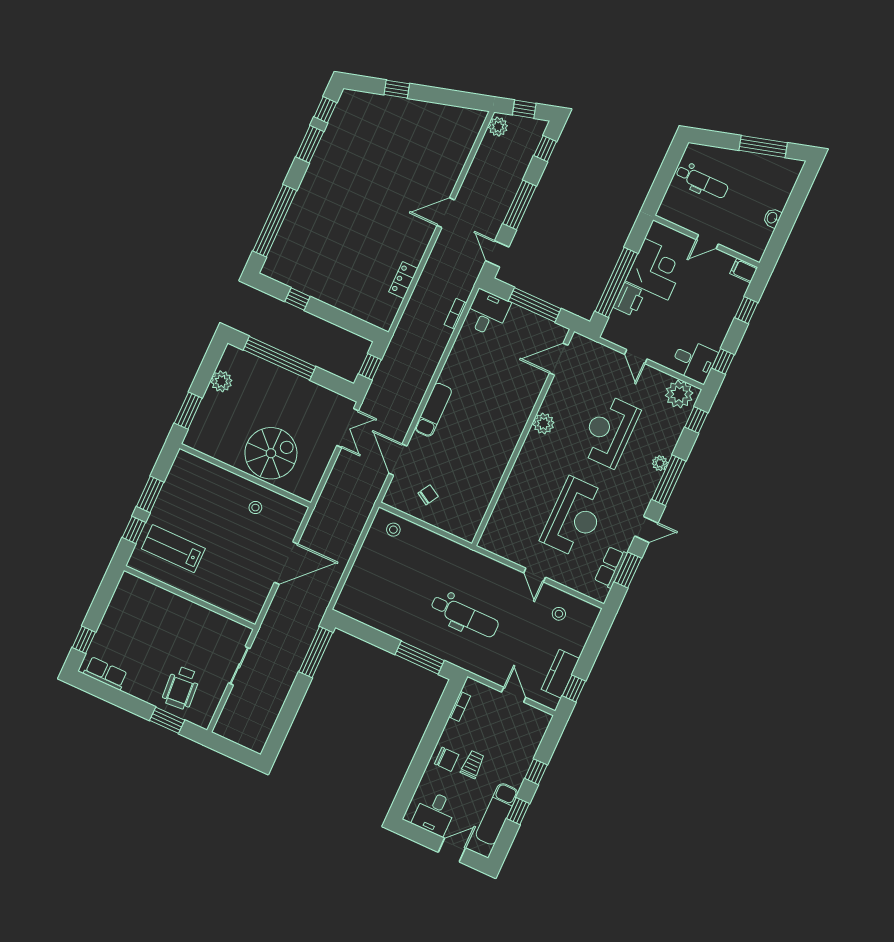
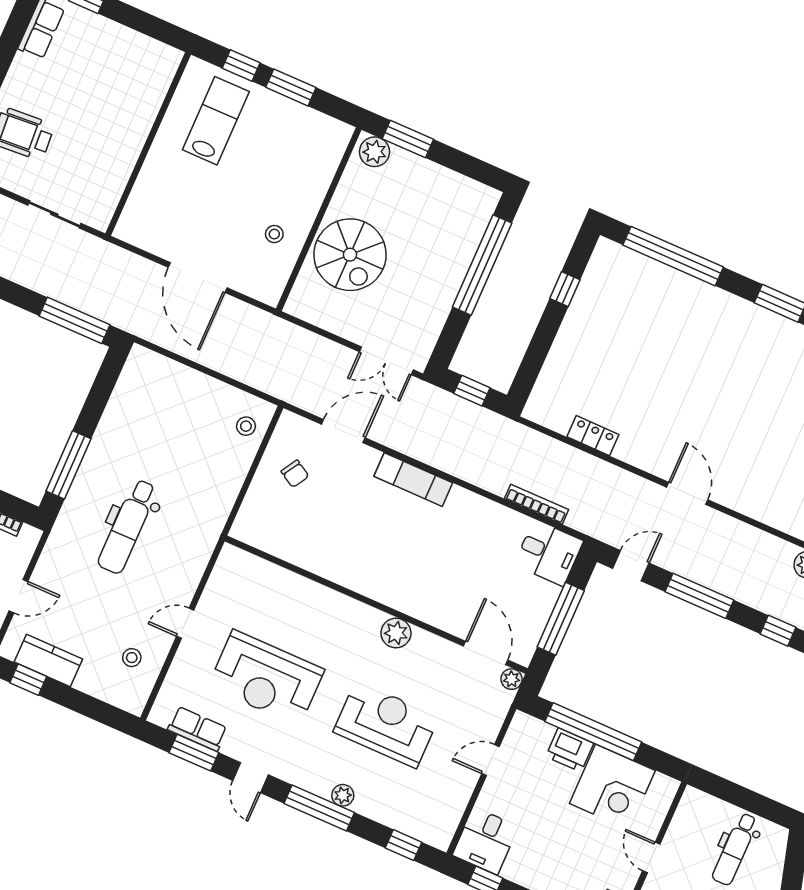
bookcase: (455, 314) -> (537, 504), width x1.56
plant: (221, 381) -> (375, 152), moved
plant: (679, 394) -> (512, 679), moved, width x0.53, depth x0.53

